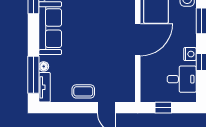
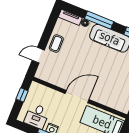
door: (138, 40) -> (77, 97), swing flipped
window: (33, 75) -> (99, 20), moved

